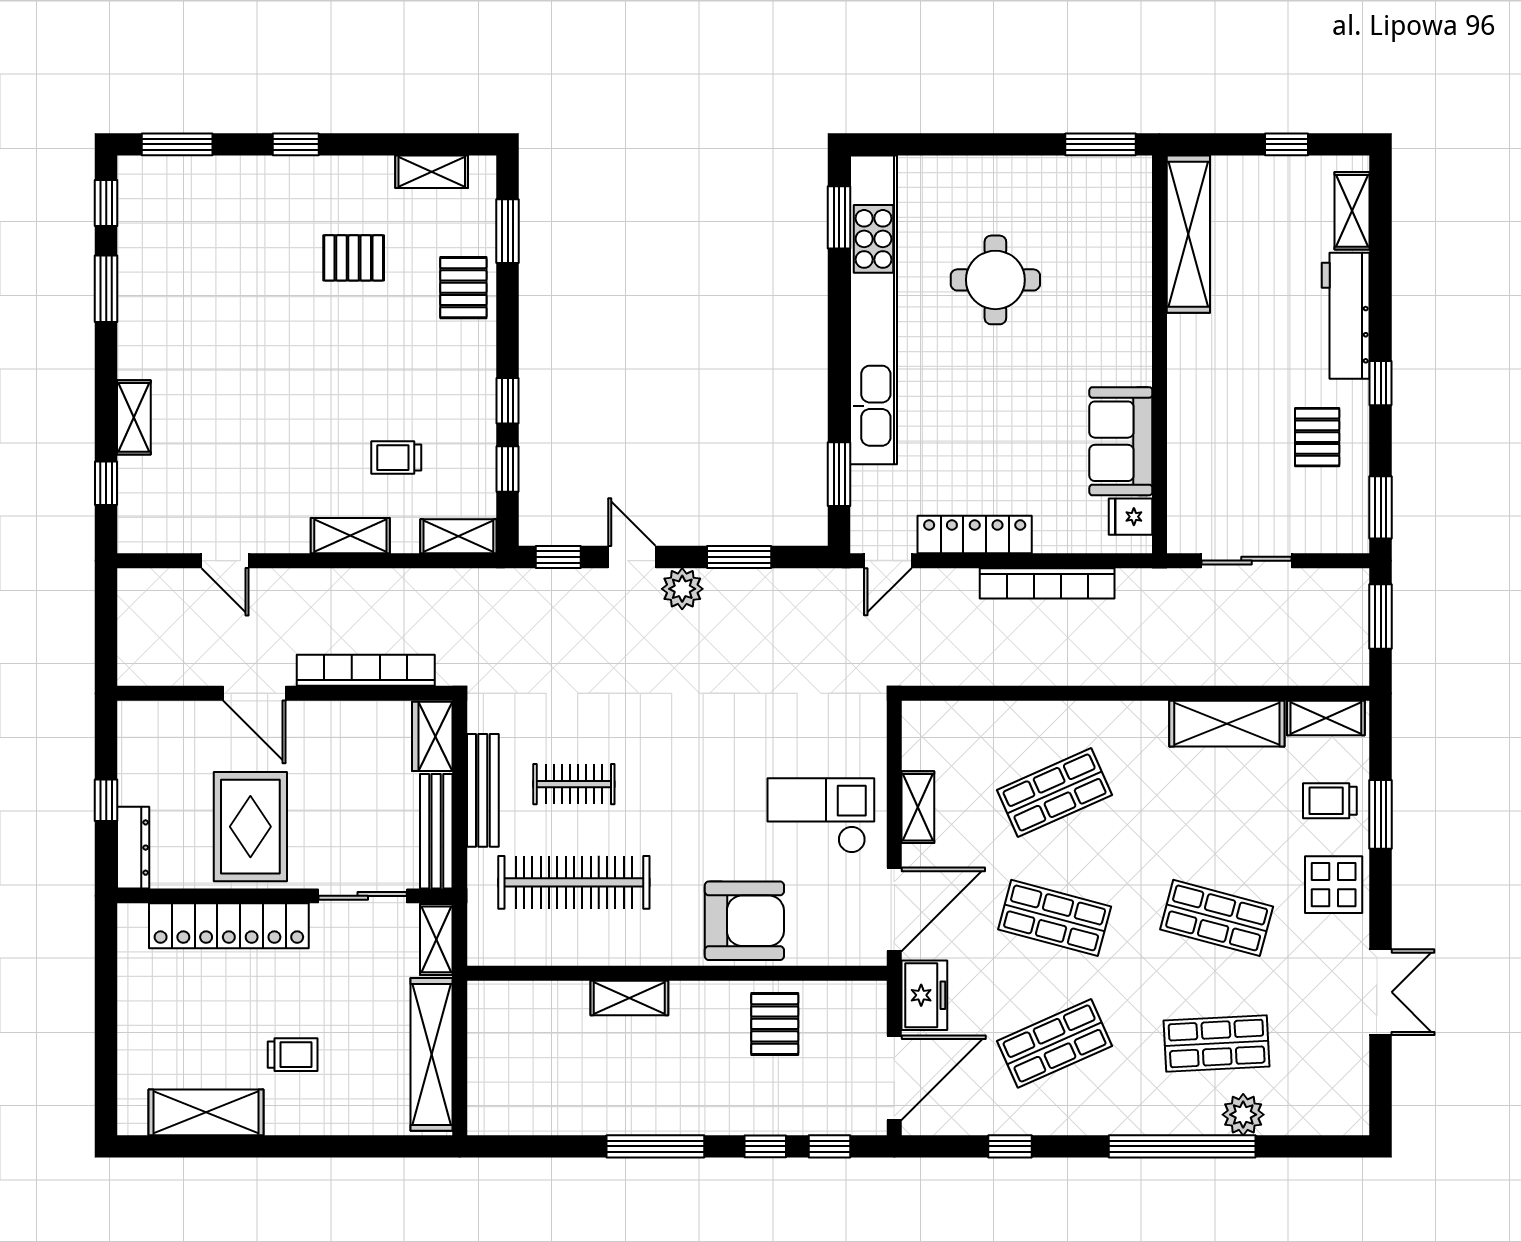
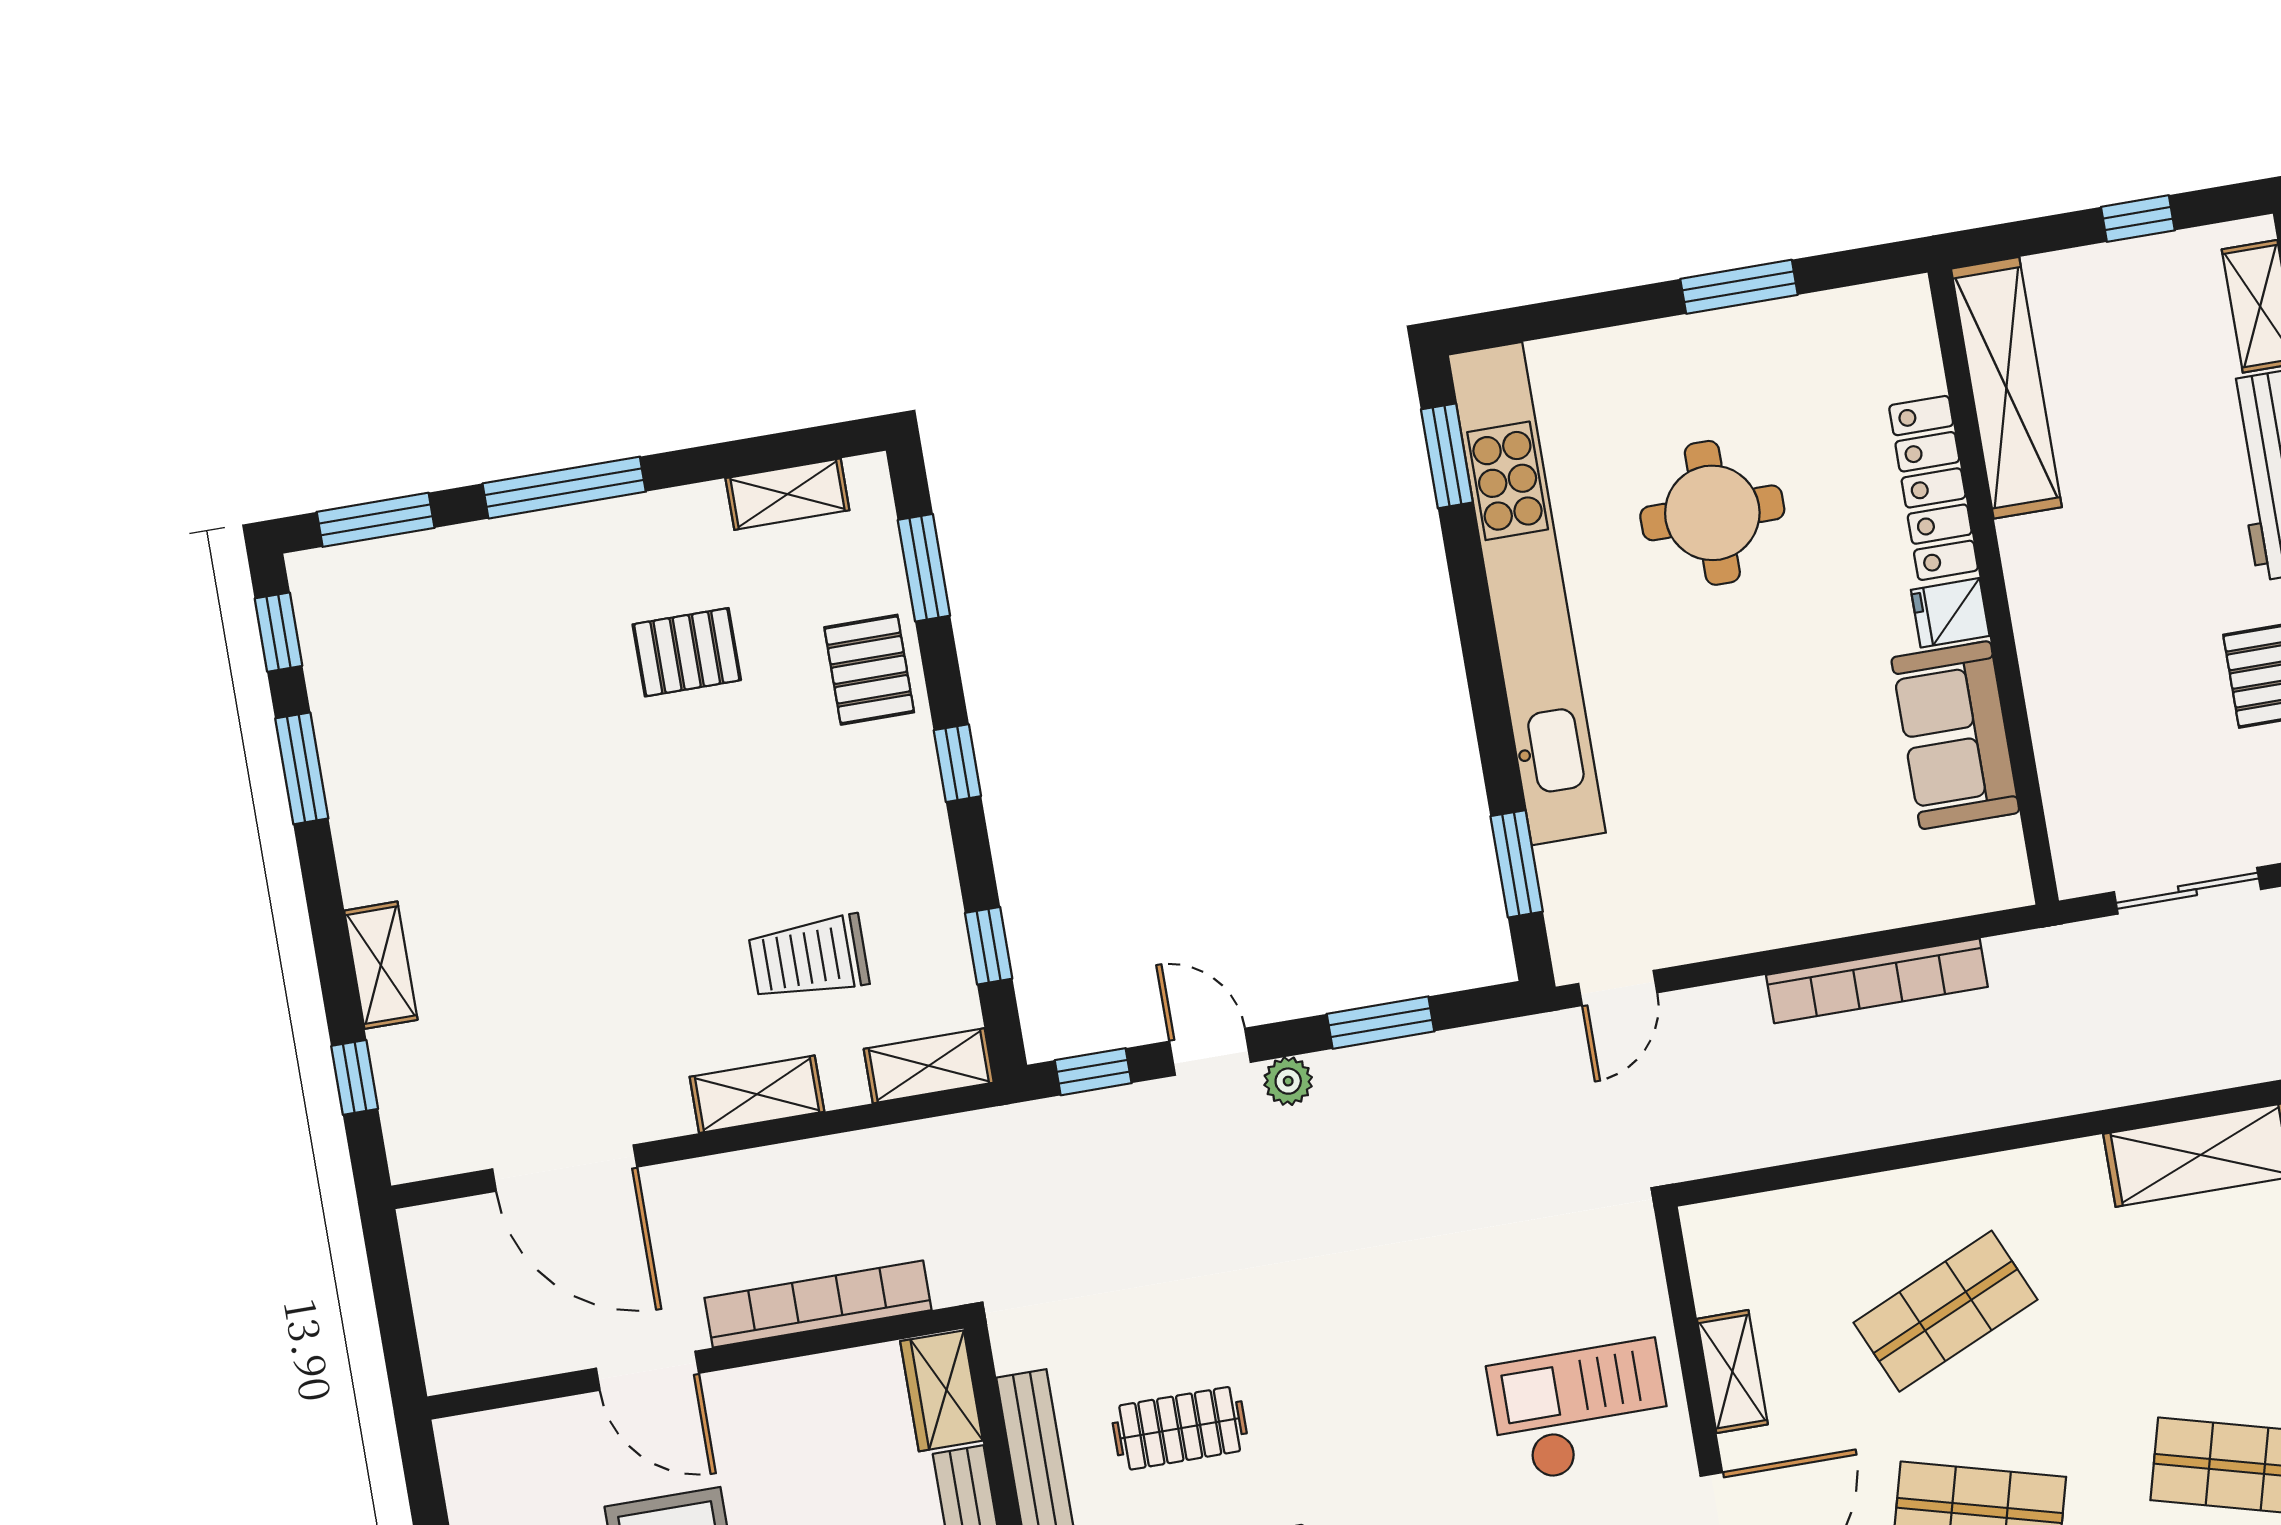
window: (296, 144) -> (564, 488), width x2.17
window: (1100, 144) -> (1739, 287), moved
window: (508, 401) -> (957, 763), moved
trolley: (396, 458) -> (809, 958), width x1.36, depth x1.39
fridge: (1130, 517) -> (1950, 613), moved
locker: (975, 534) -> (1934, 488), moved, turned -90
door: (225, 561) -> (565, 1168), width x1.88
plant: (682, 589) -> (1288, 1081), width x0.73, depth x0.73

